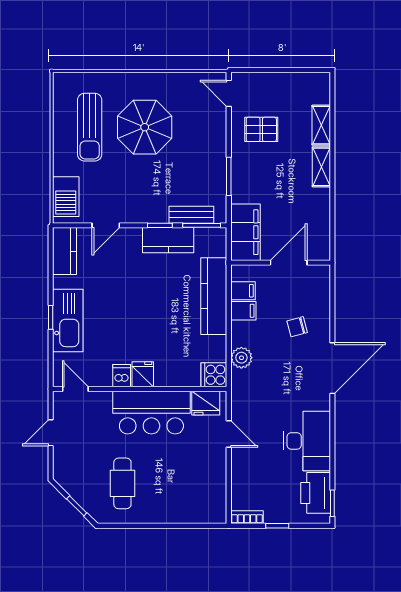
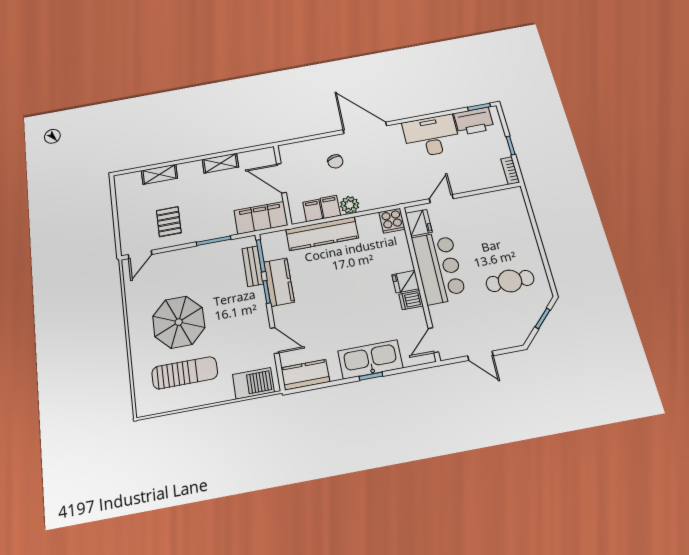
shelving: (321, 167) -> (220, 163), moved
plant: (241, 358) -> (350, 205), moved

